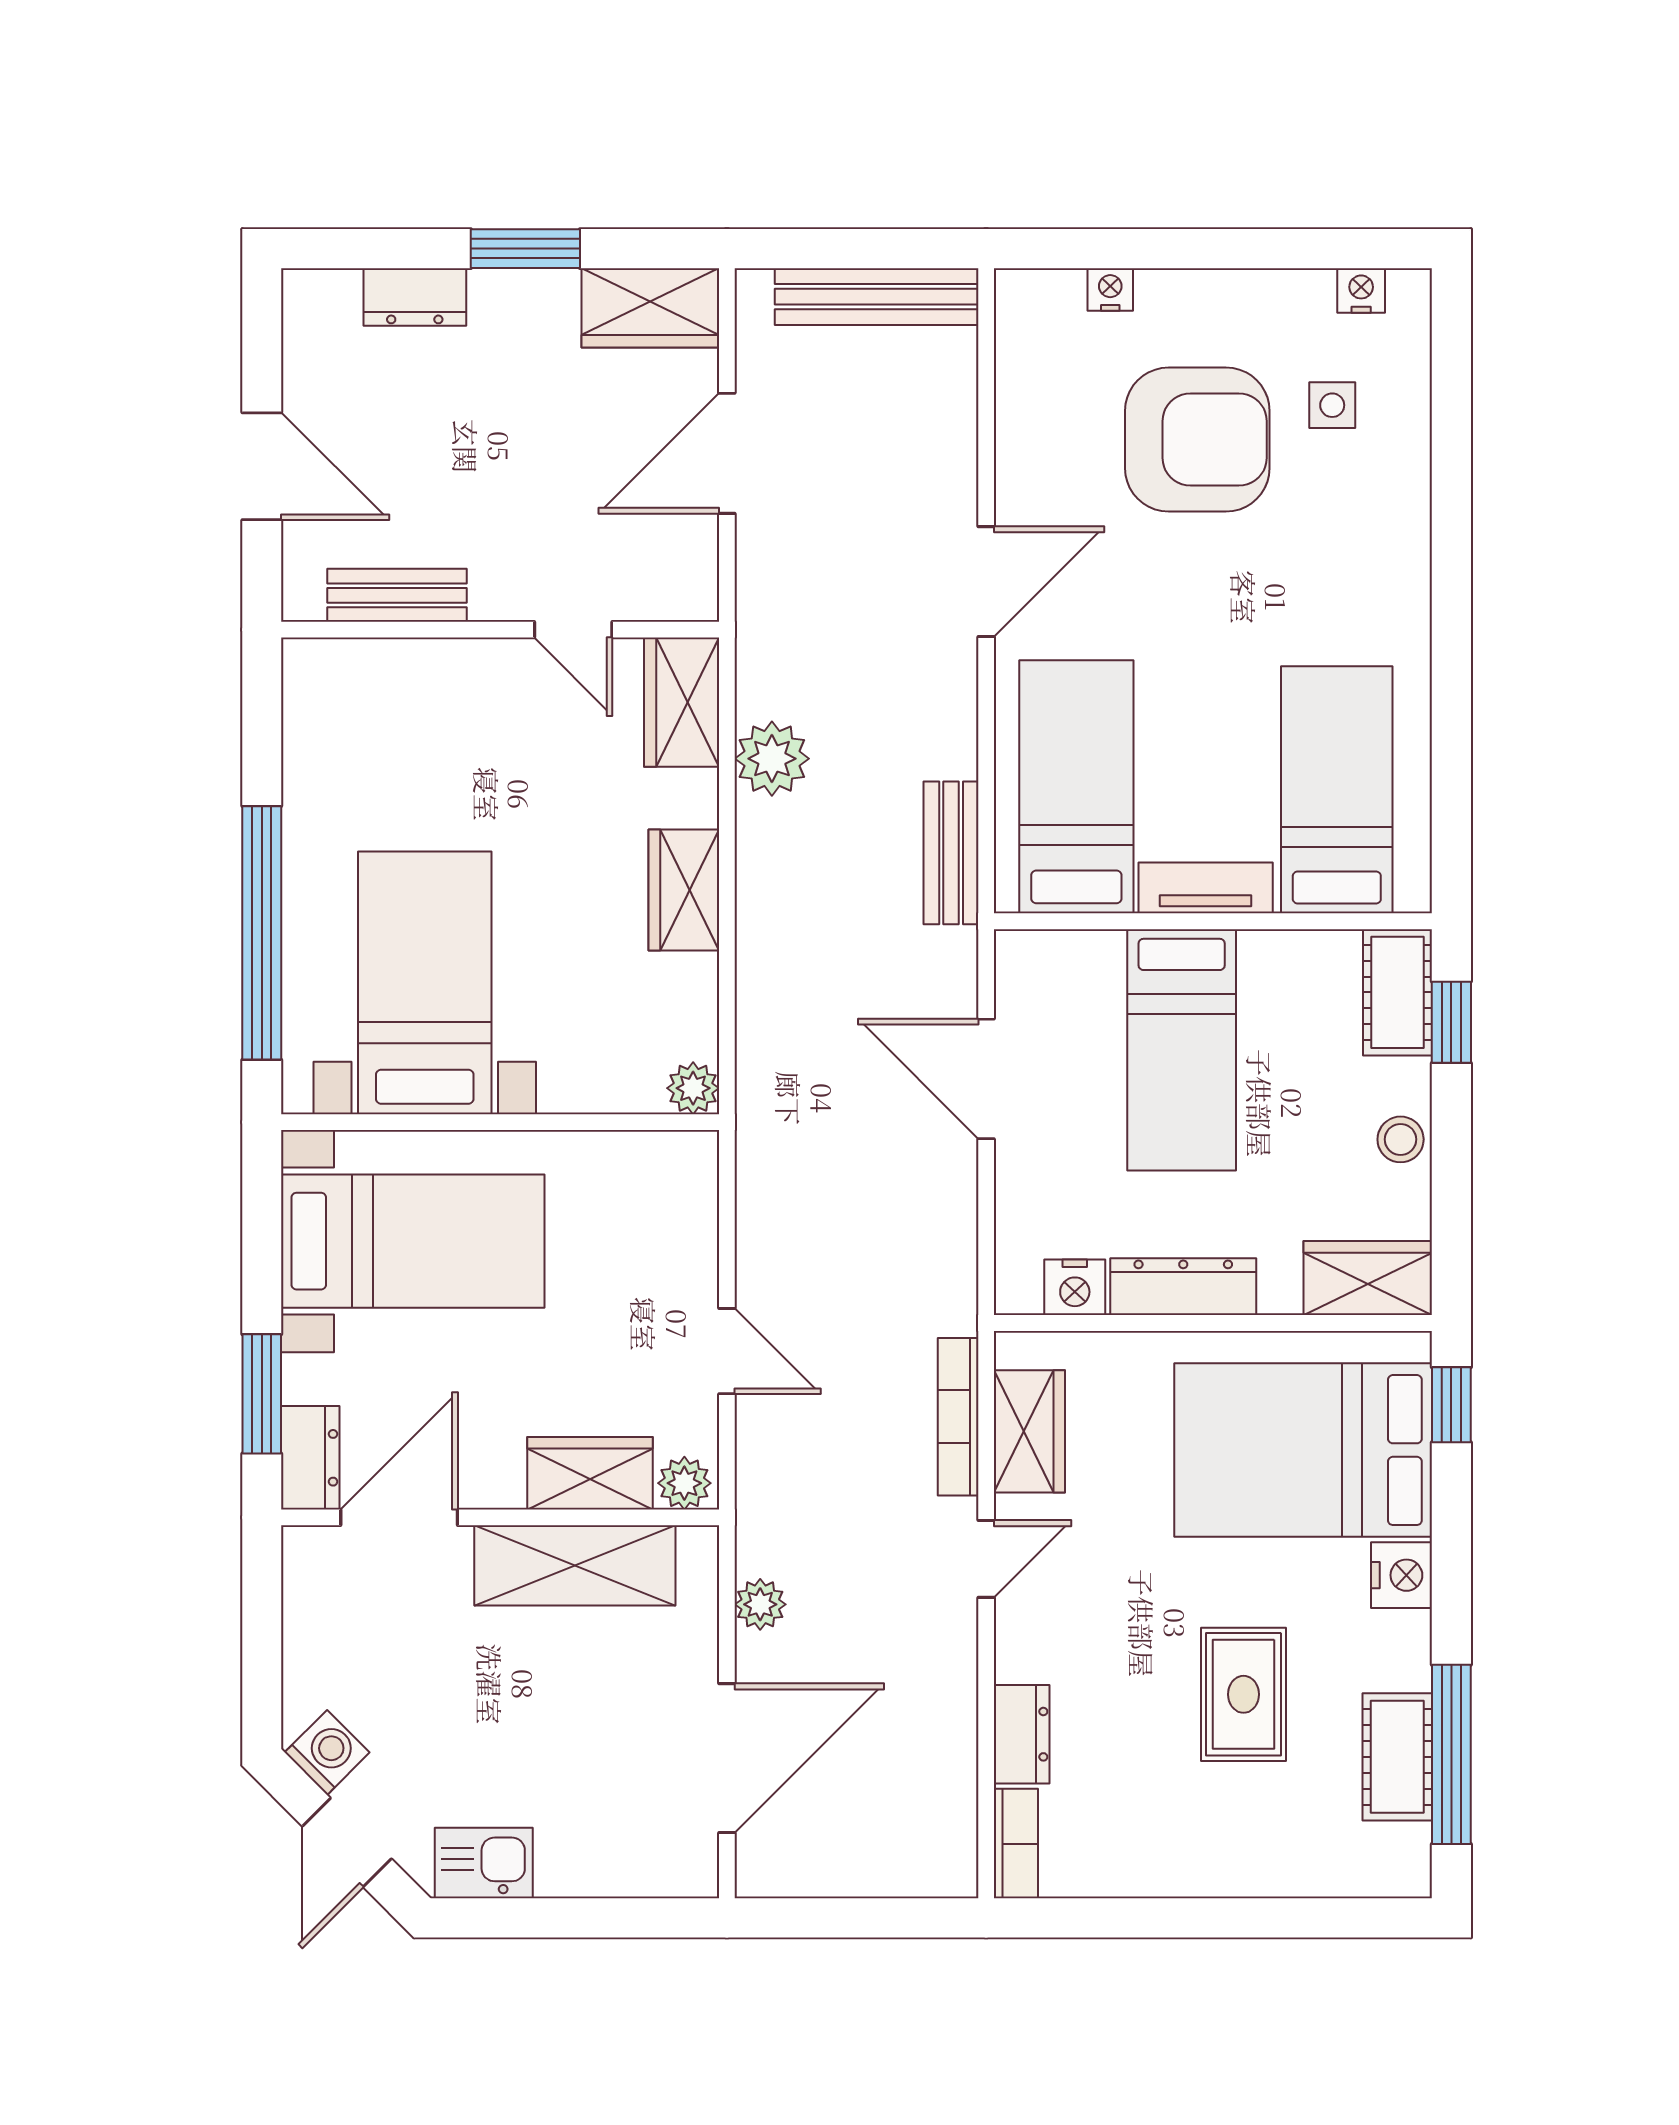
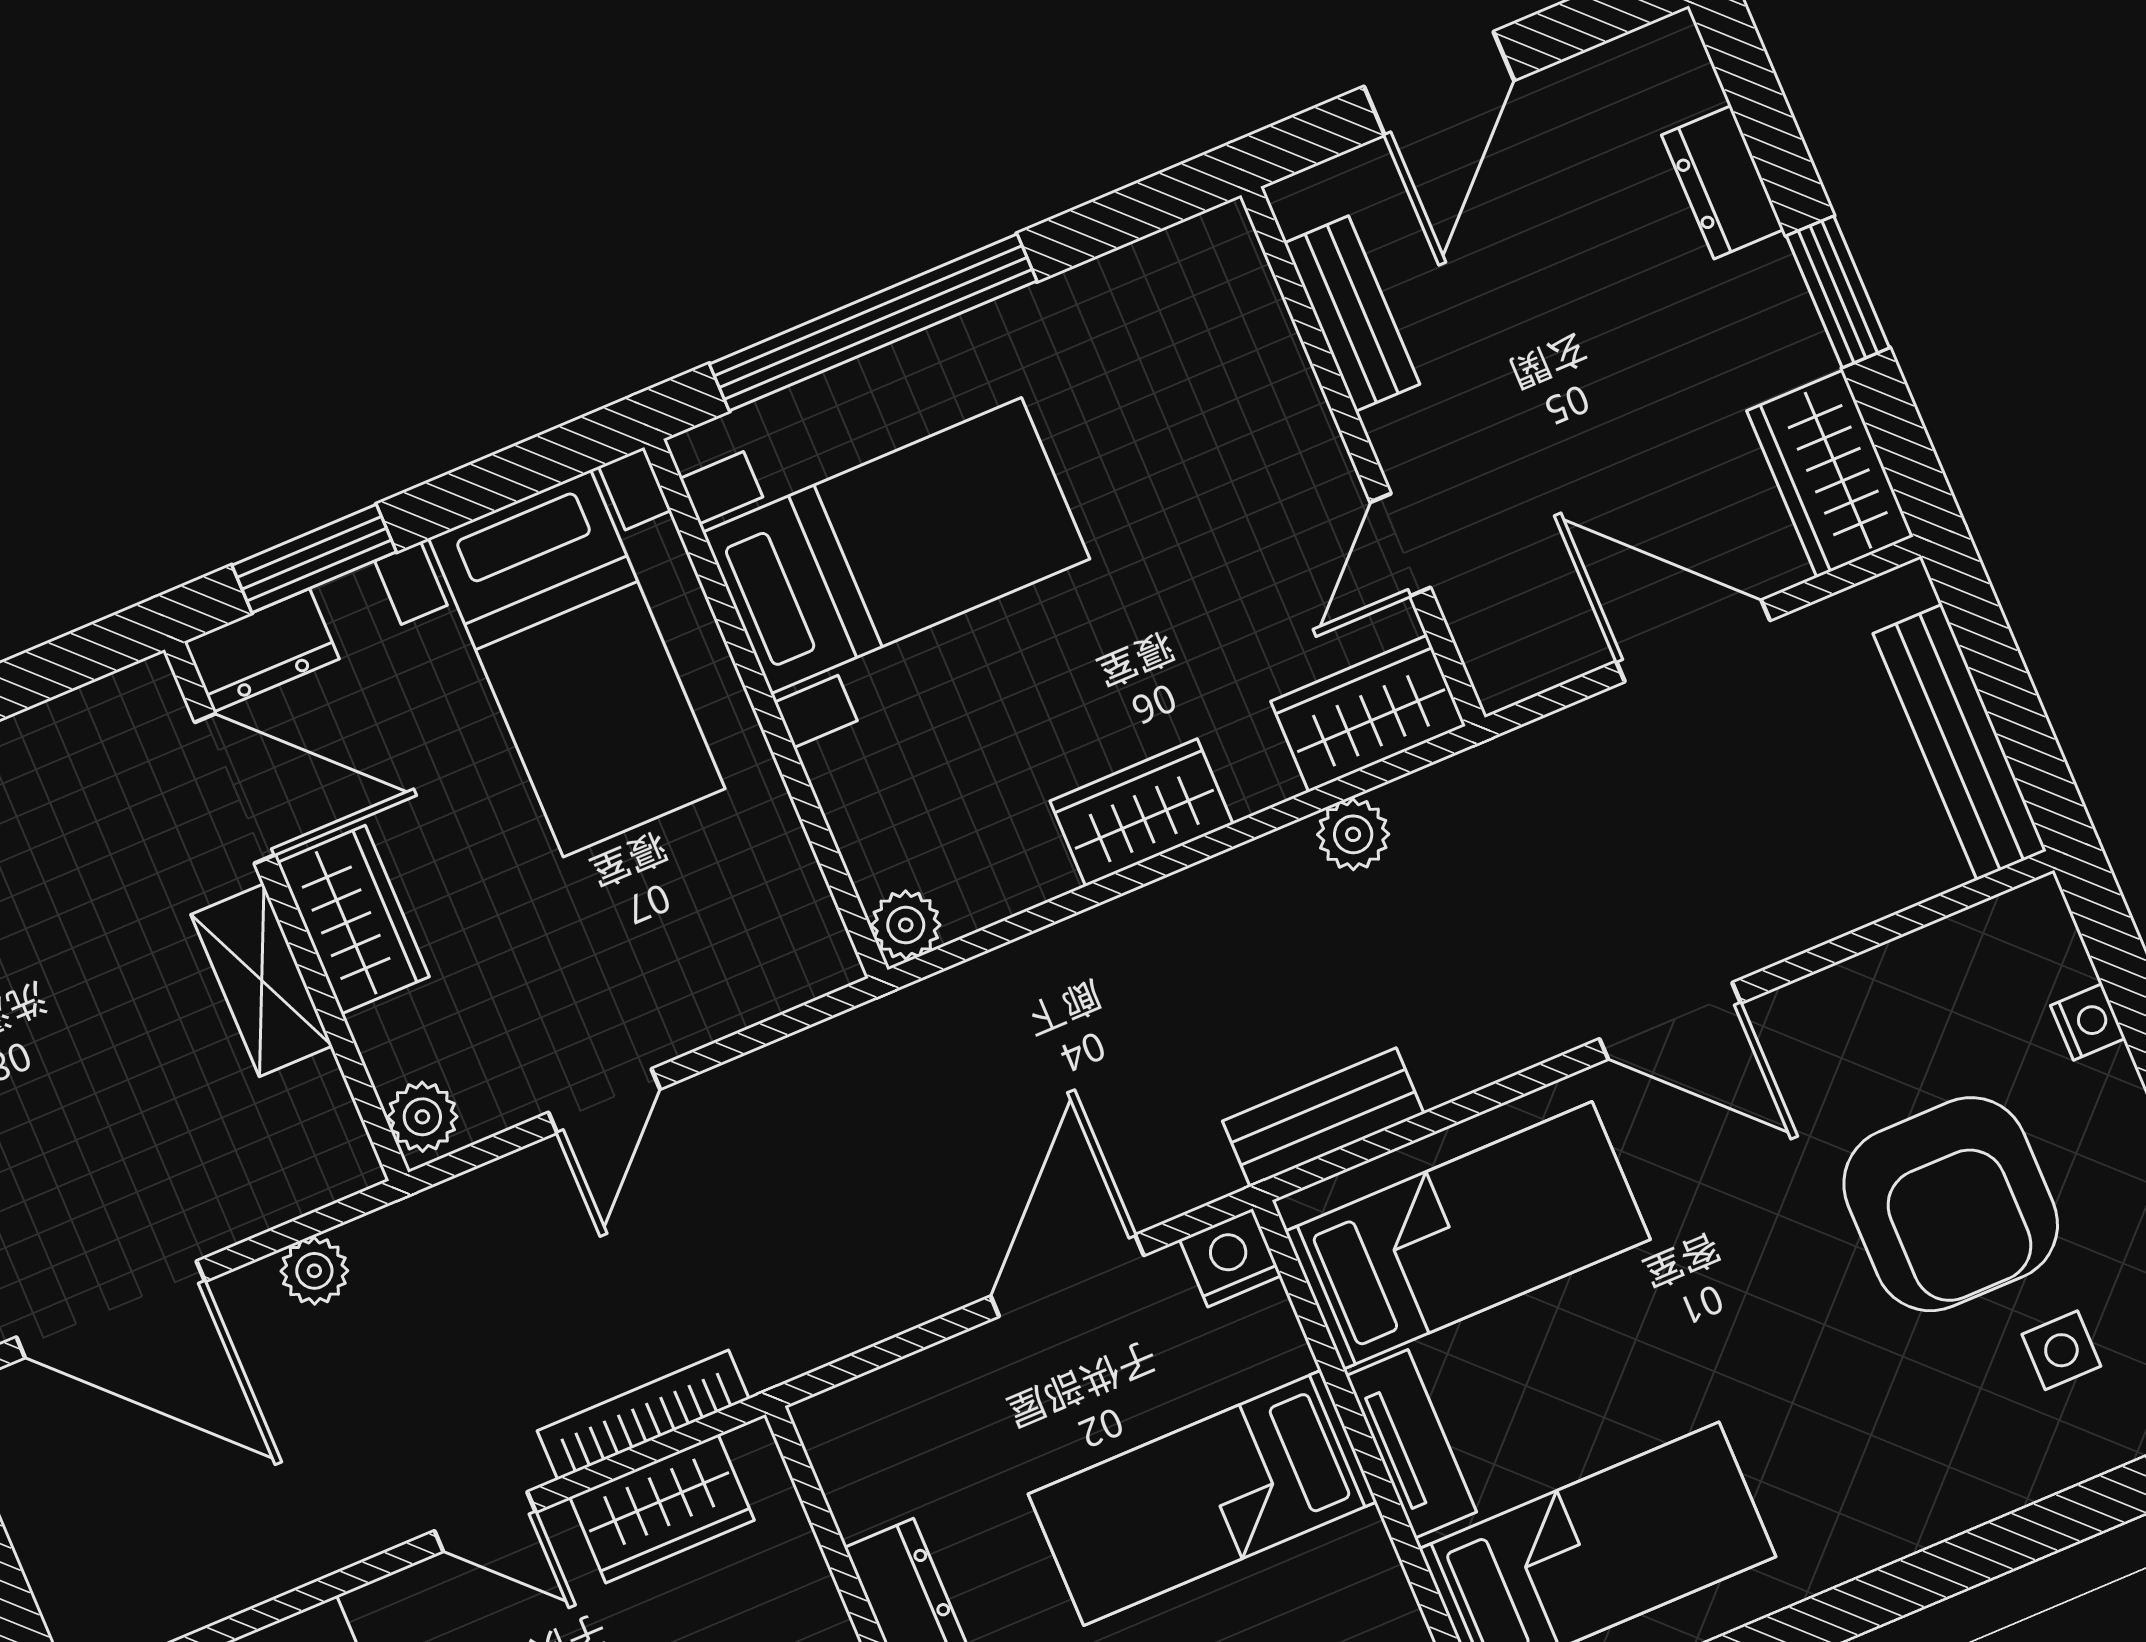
plant: (772, 759) -> (1353, 834), width x0.73, depth x0.73
nightstand: (1075, 1287) -> (1230, 1258), moved, turned 90
wardrobe: (590, 1473) -> (353, 920), moved
shelving: (575, 1565) -> (262, 980), width x0.67, depth x0.75

